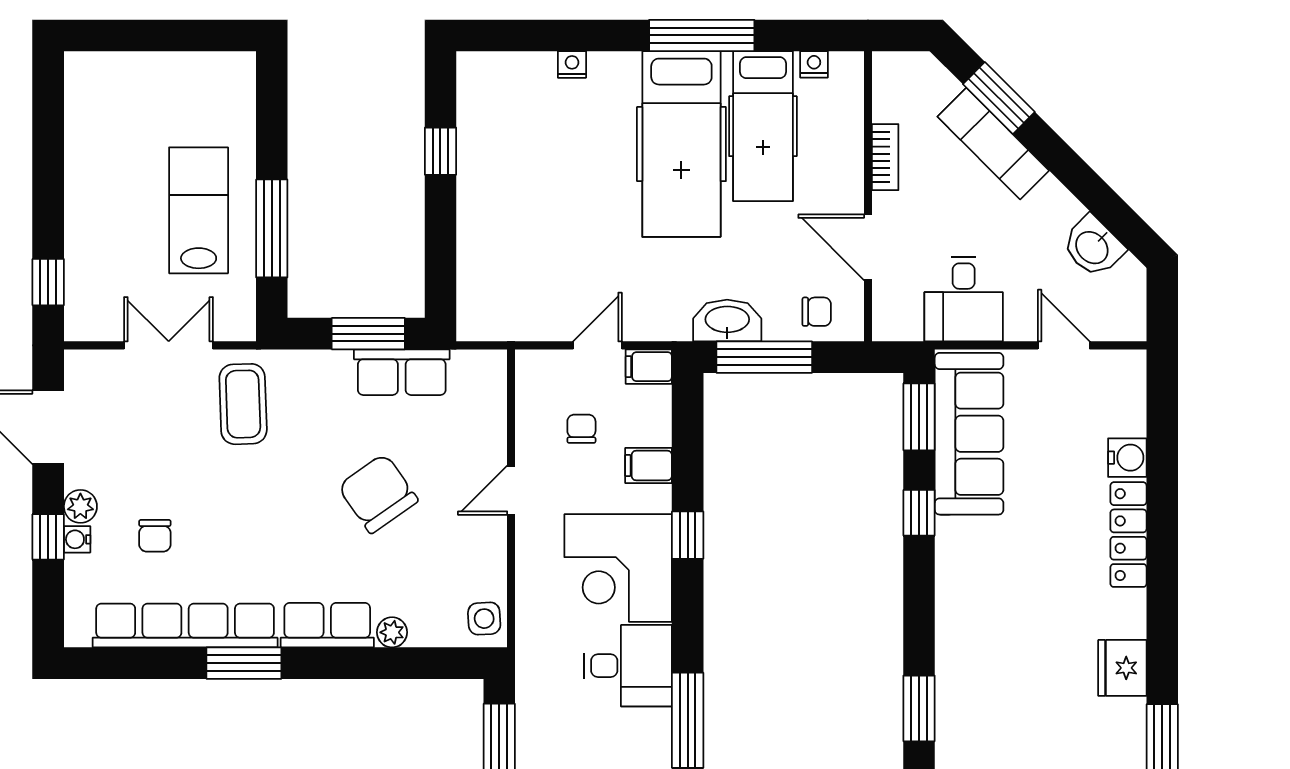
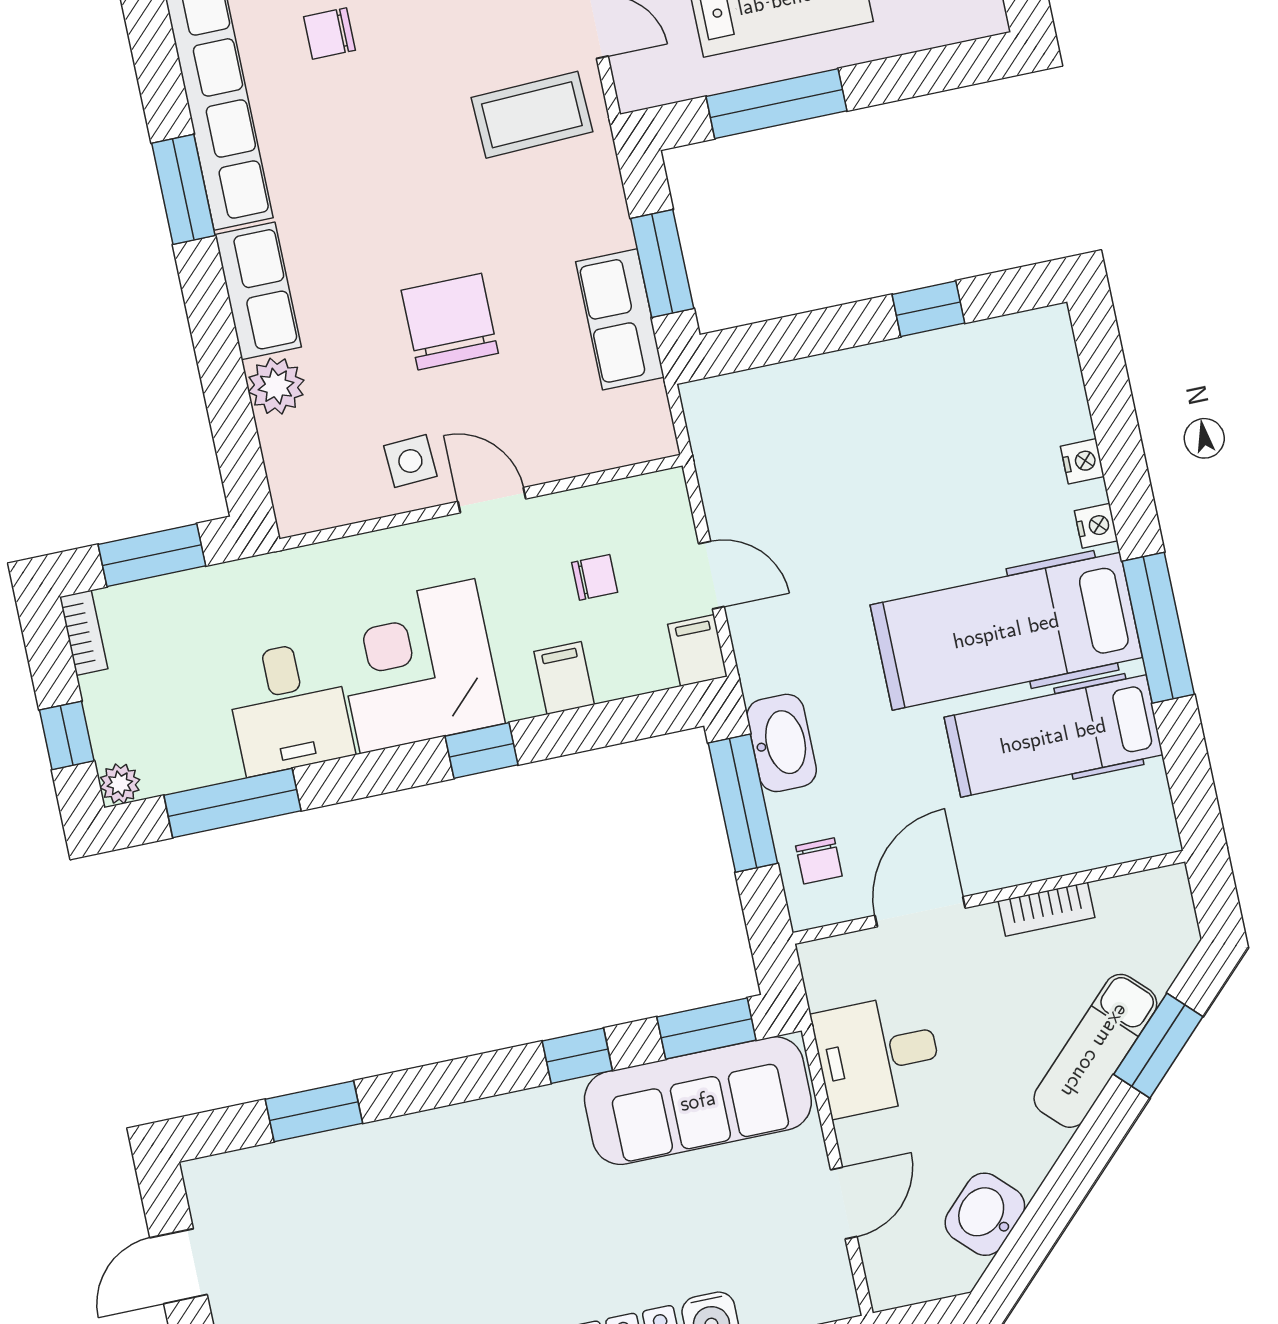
nightstand: (814, 64) -> (1096, 526), moved
chair: (378, 493) -> (450, 322), turned -55
side table: (484, 619) -> (410, 461), moved
plant: (392, 632) -> (276, 386), width x1.38, depth x1.38

